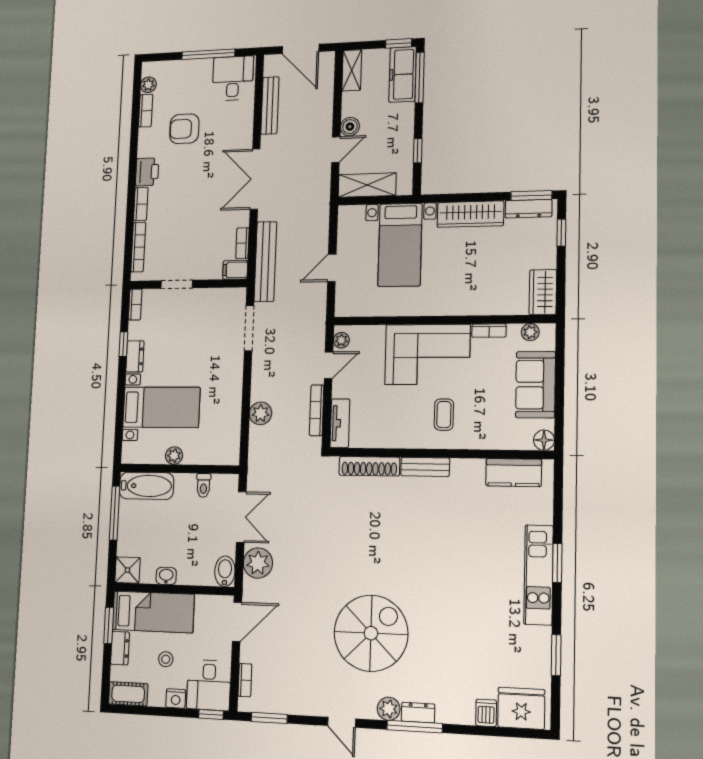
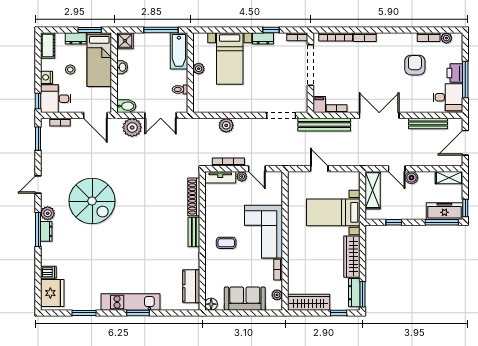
printer: (147, 172) -> (455, 73), moved, turned 90
doorway: (177, 284) -> (310, 65), width x1.88
wardrobe: (543, 292) -> (309, 302), width x1.50
plant: (341, 340) -> (242, 177), moved

